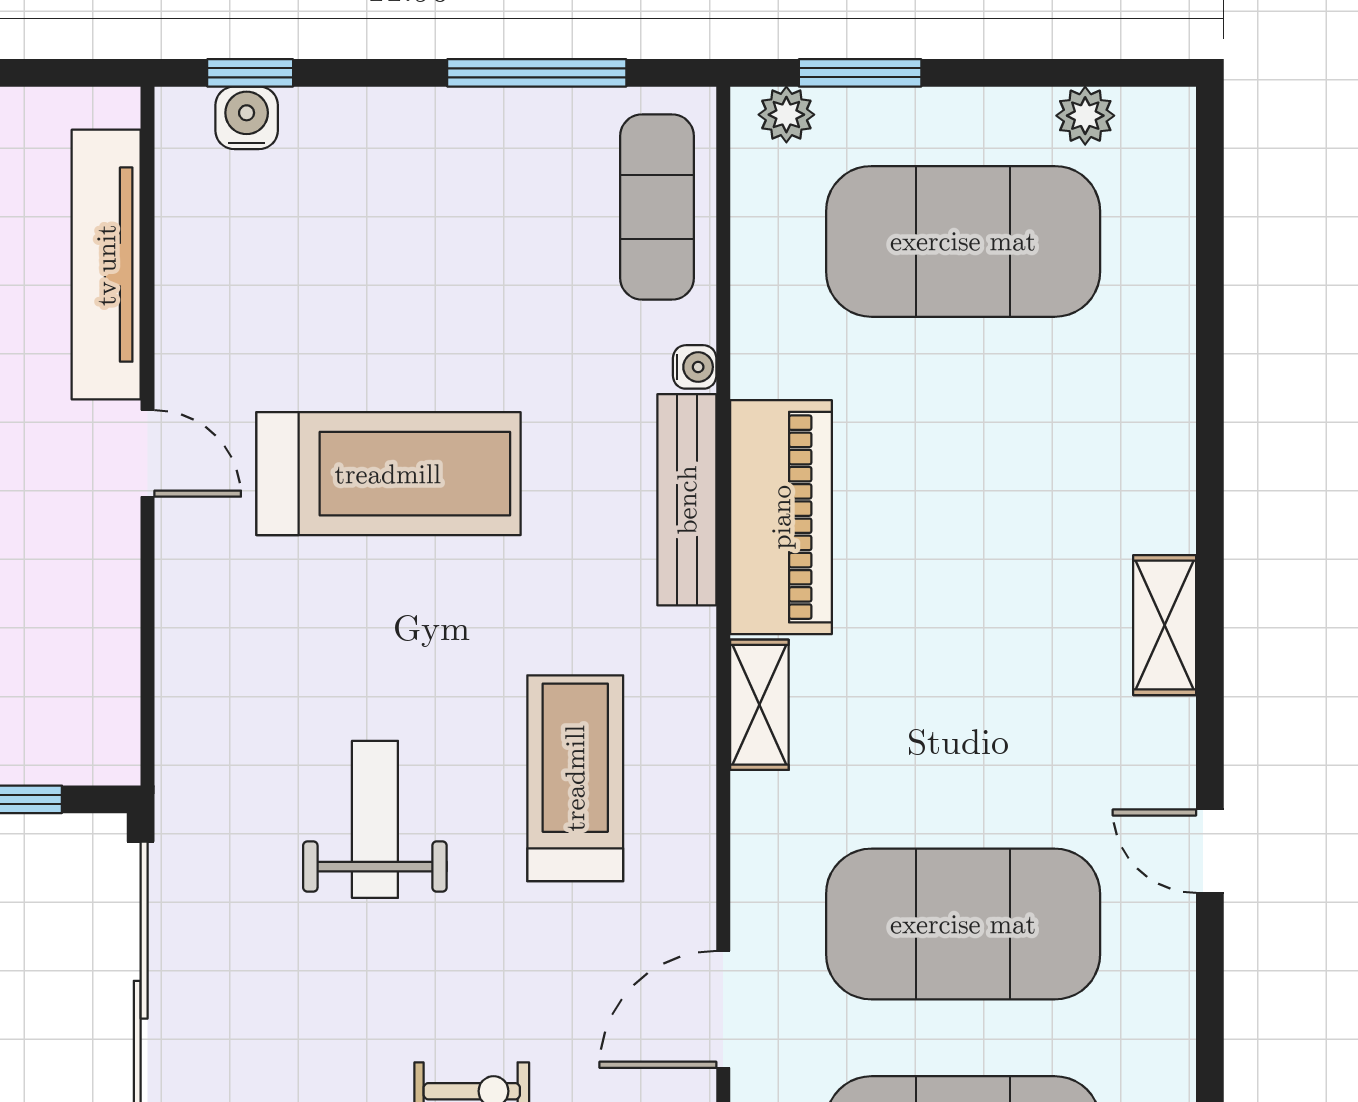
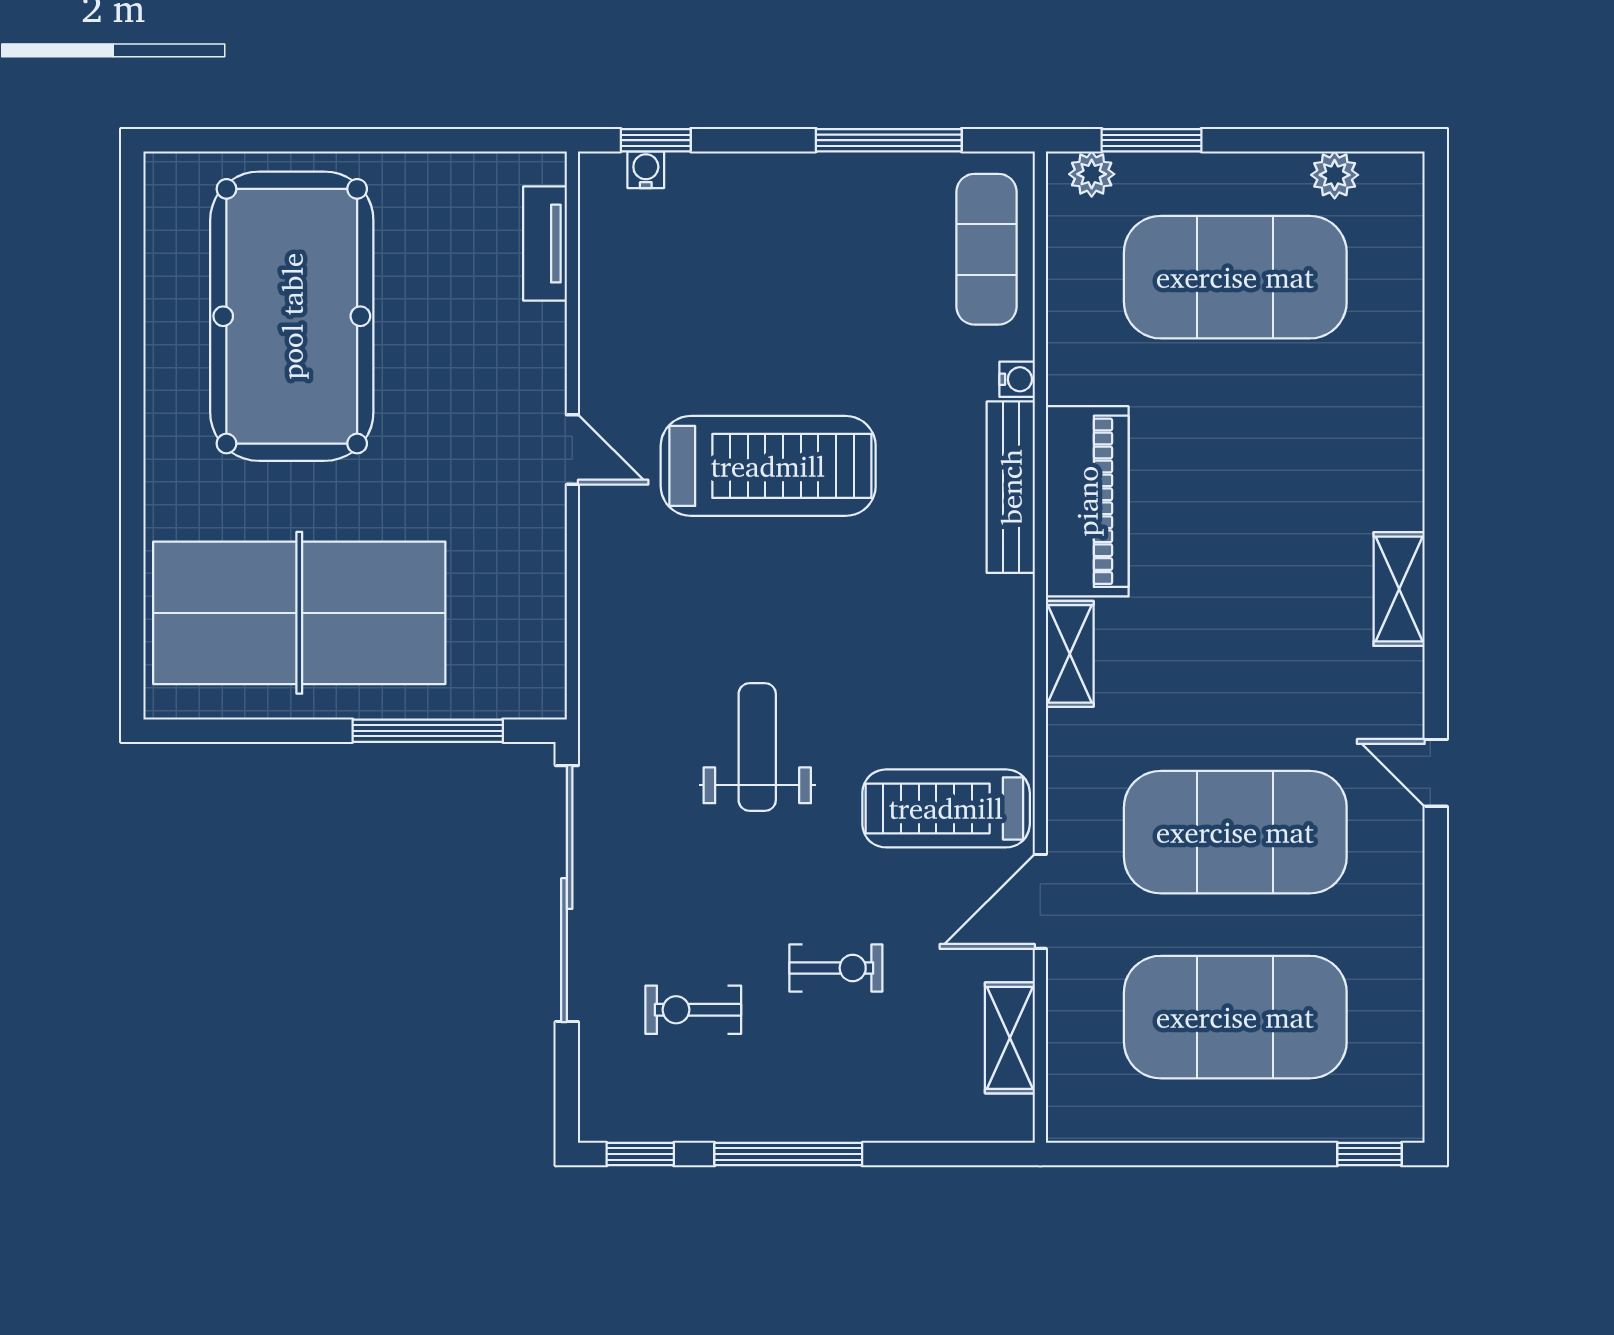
water cooler: (247, 118) -> (646, 170), width x0.72, depth x0.72
tv unit: (106, 265) -> (545, 244), width x0.52, depth x0.78
treadmill: (575, 778) -> (946, 808), moved, turned -90

